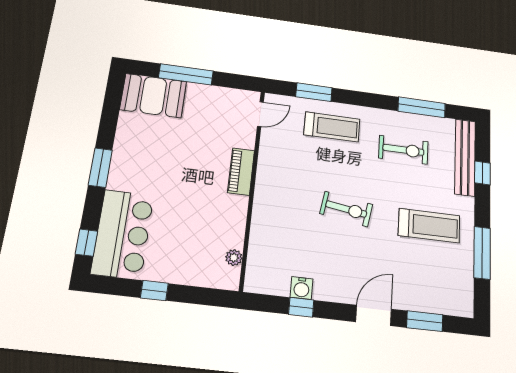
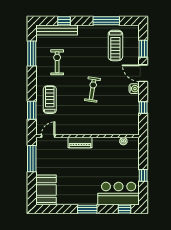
window: (186, 74) -> (32, 159), moved
door: (260, 114) -> (48, 136), hinge flipped
treadmill: (429, 226) -> (115, 45), moved, turned 180
water cooler: (302, 288) -> (134, 89), moved

